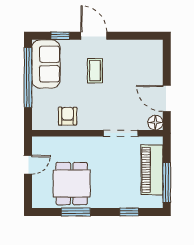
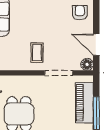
coffee table: (95, 71) -> (37, 53), moved
armchair: (68, 116) -> (80, 13), moved

